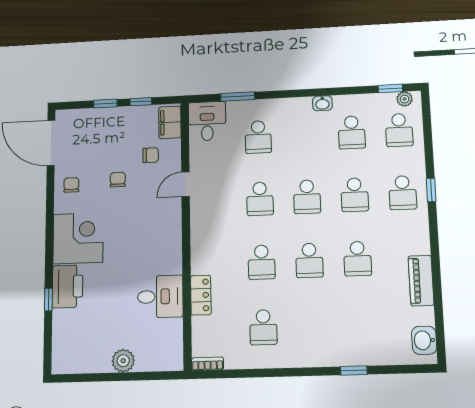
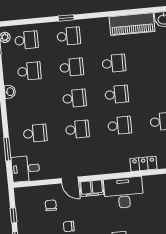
filing cabinet: (170, 122) -> (92, 188), moved
piano: (421, 281) -> (132, 24), width x1.37, depth x1.33
desk: (160, 296) -> (124, 193), moved, width x1.37

